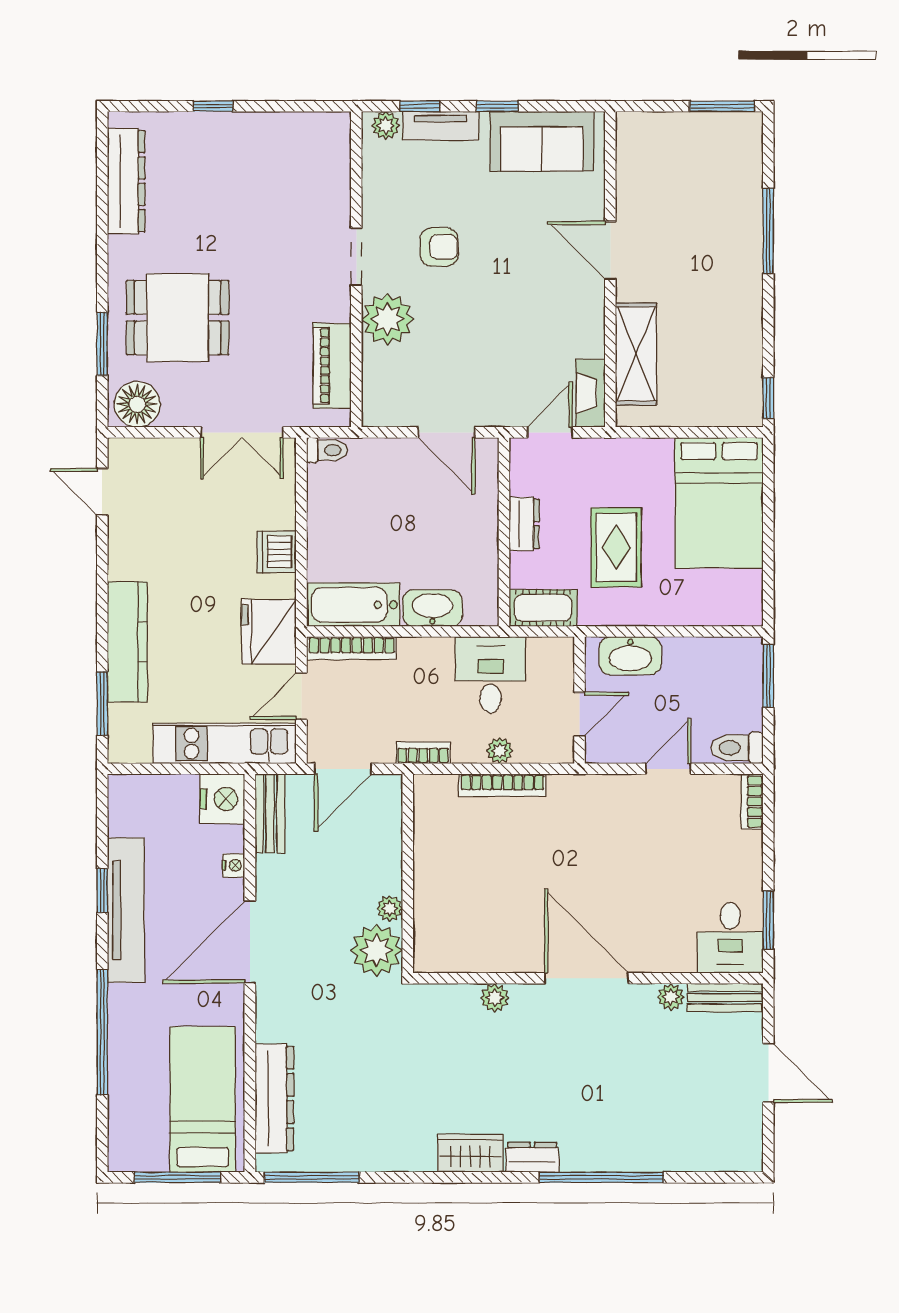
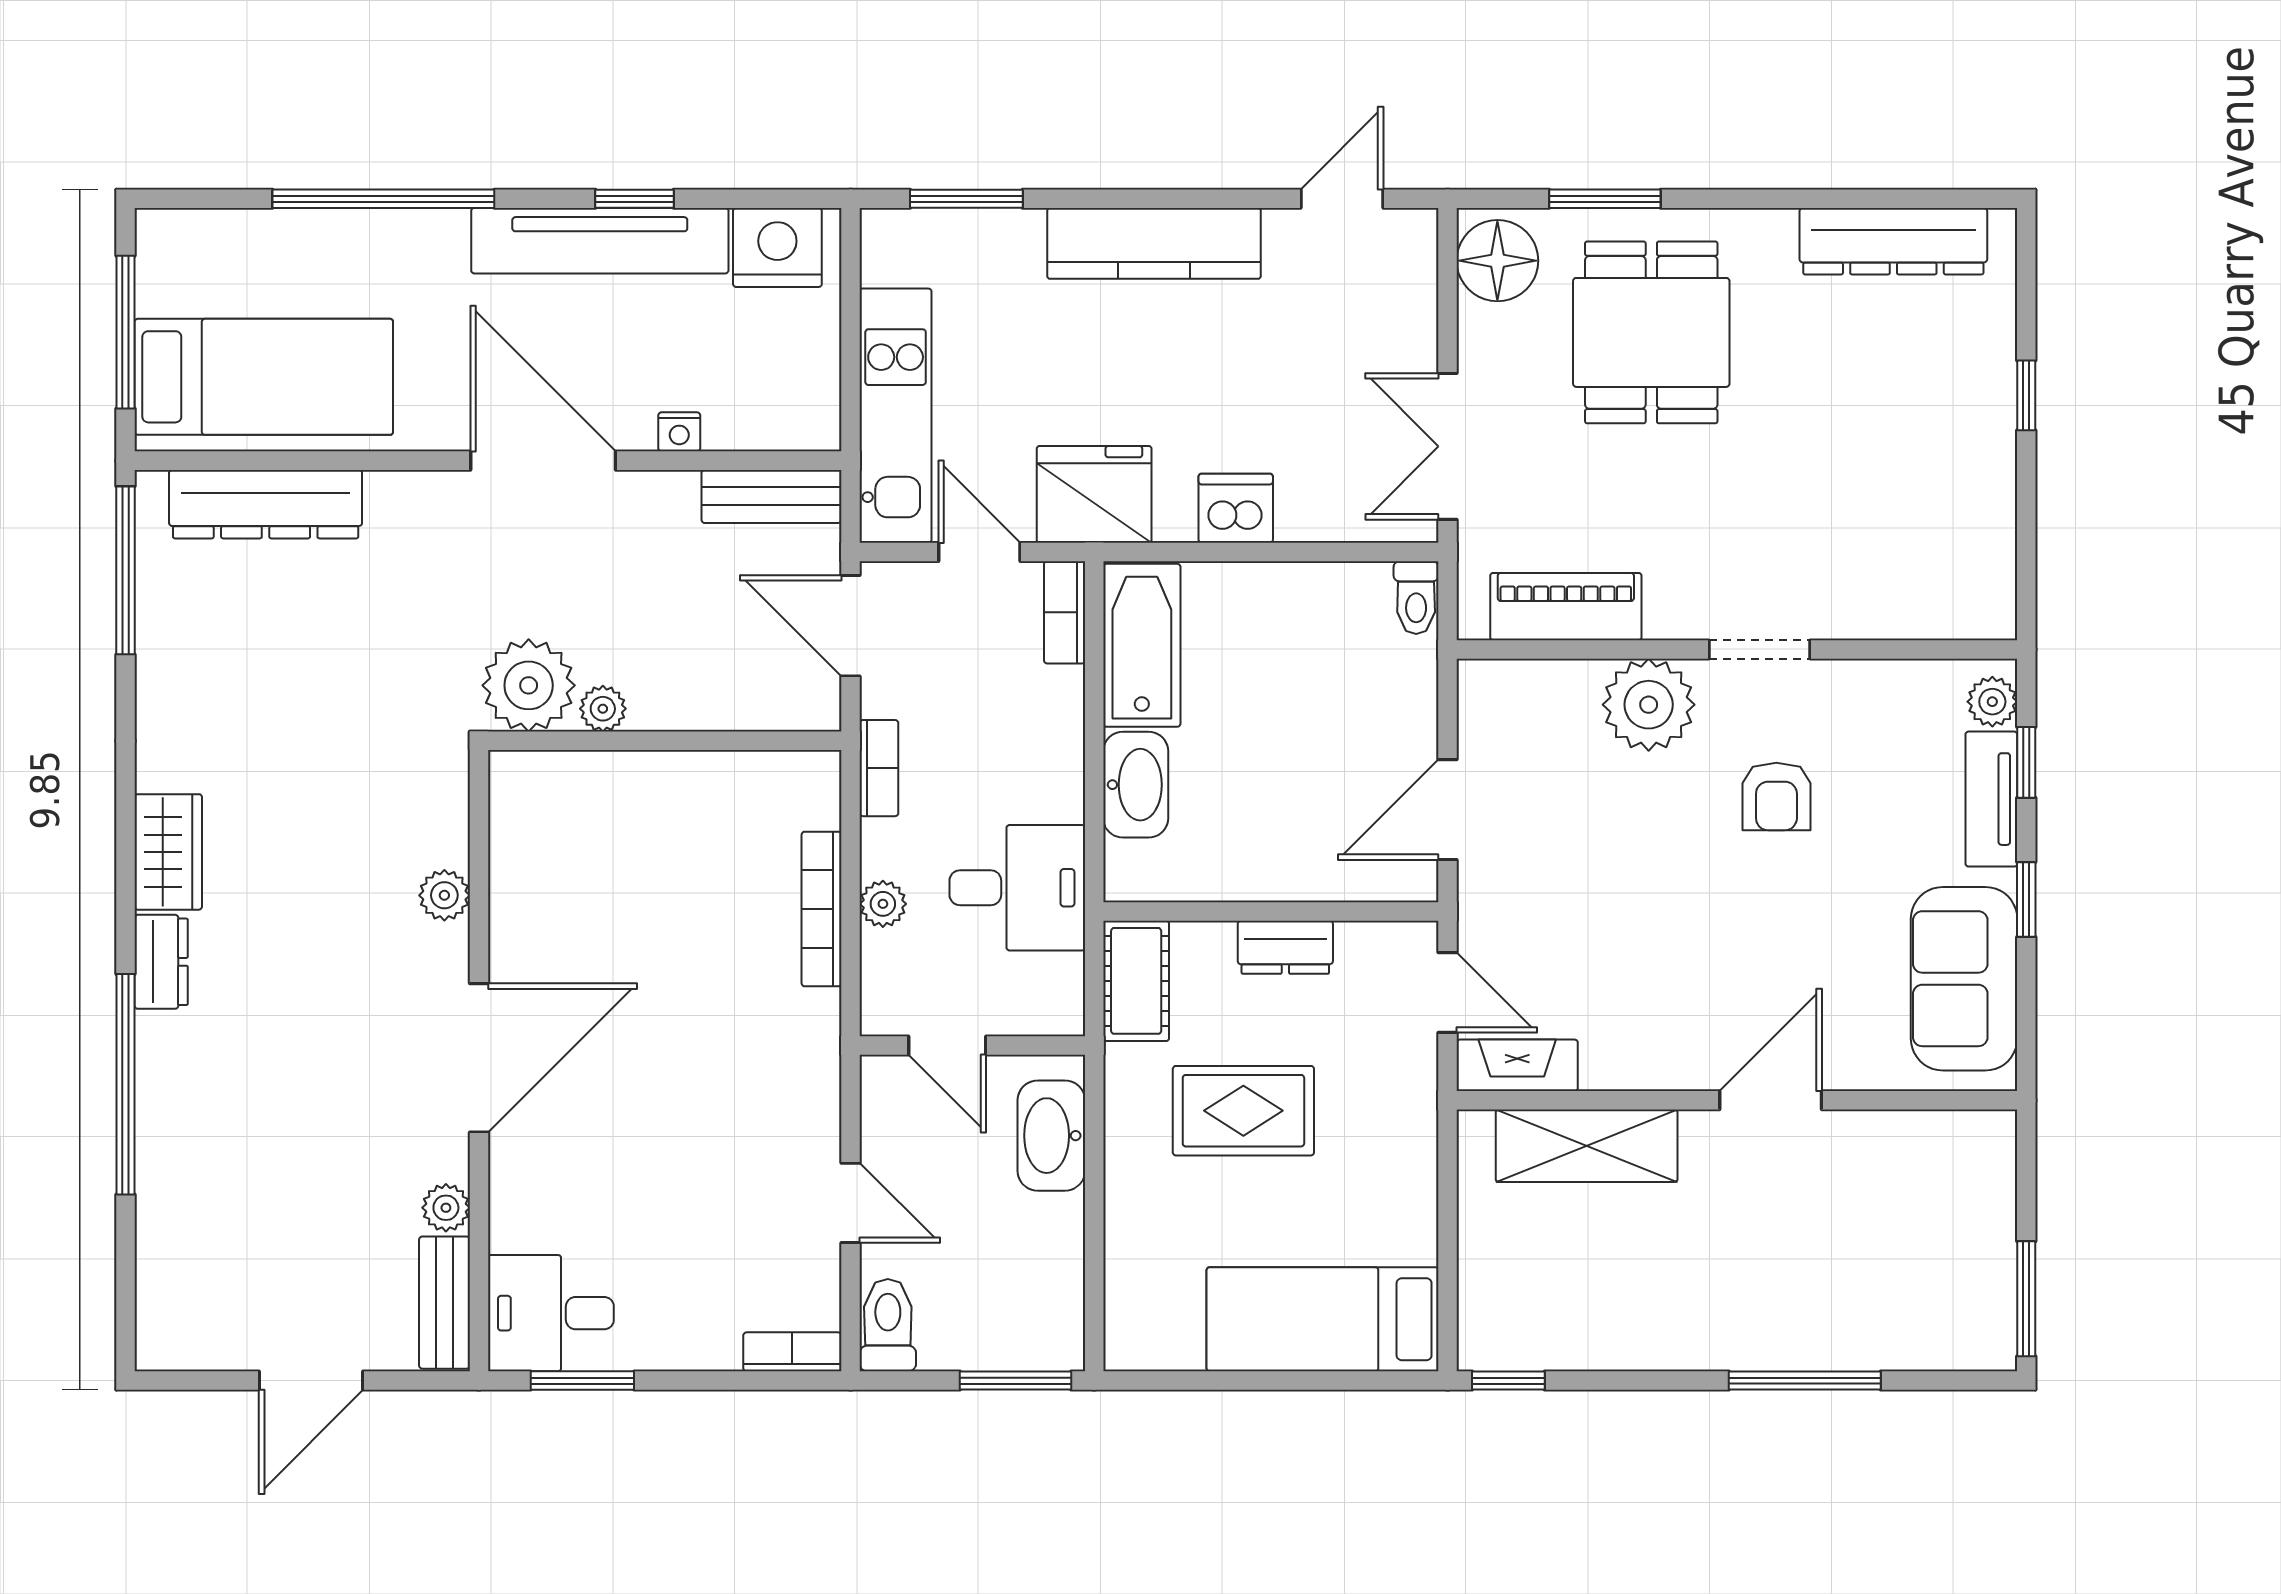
bed: (719, 503) -> (1323, 1319), width x0.67
kitchen counter: (127, 642) -> (1154, 243), moved
bookcase: (352, 648) -> (1065, 612), width x0.64
nightstand: (222, 799) -> (777, 247), moved, turned 180

